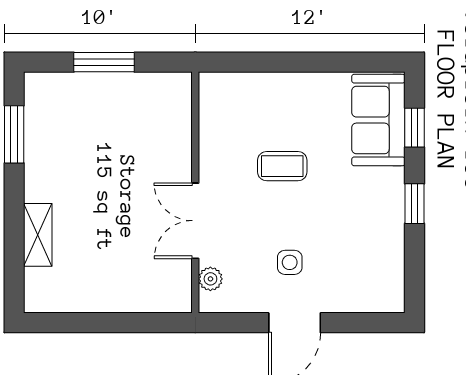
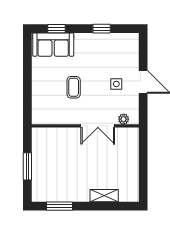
window: (415, 204) -> (102, 29), moved

